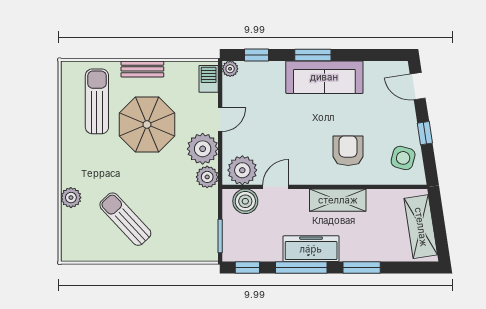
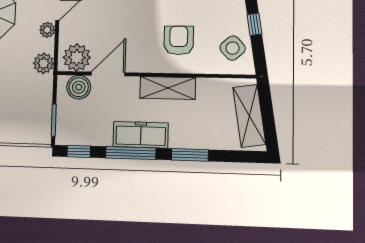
plant: (203, 149) -> (47, 30), width x0.53, depth x0.53
side table: (403, 158) -> (233, 48), turned 33
door: (276, 187) -> (108, 74), width x1.38

